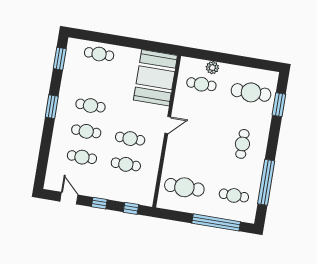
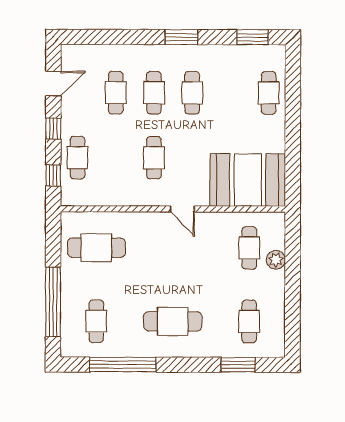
cafe table: (251, 92) -> (249, 321), width x0.73, depth x0.74
cafe table: (242, 144) -> (173, 321), width x1.37, depth x1.35
cafe table: (126, 164) -> (77, 158), moved
cafe table: (184, 187) -> (96, 248), turned 90

